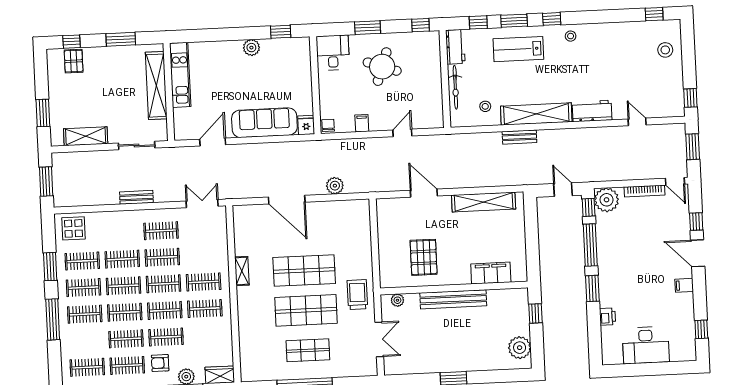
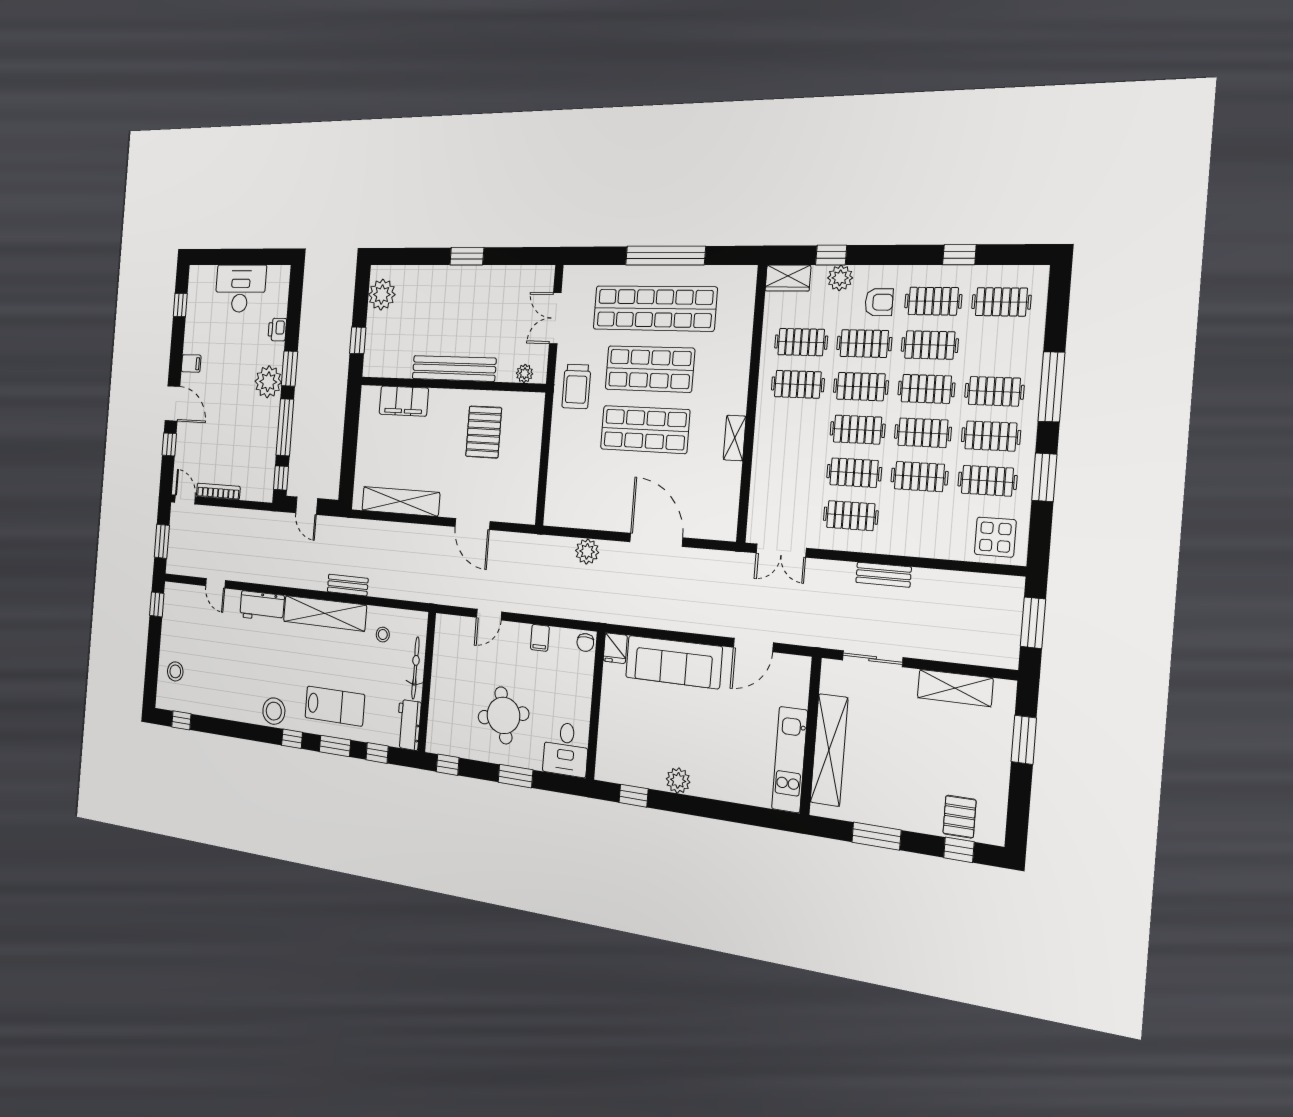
stool: (571, 36) -> (274, 711), width x1.89, depth x1.89
round table: (382, 67) -> (503, 715), turned -31
plant: (607, 200) -> (268, 382), moved
clothes rail: (204, 282) -> (801, 342), moved
shop shelf: (308, 350) -> (654, 308), width x2.00, depth x1.36

